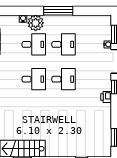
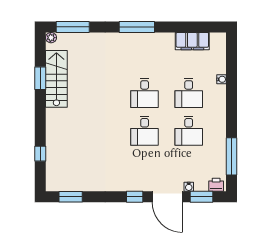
window: (58, 11) -> (231, 156), moved
plant: (36, 23) -> (216, 95), removed
printer: (106, 97) -> (216, 185), moved

